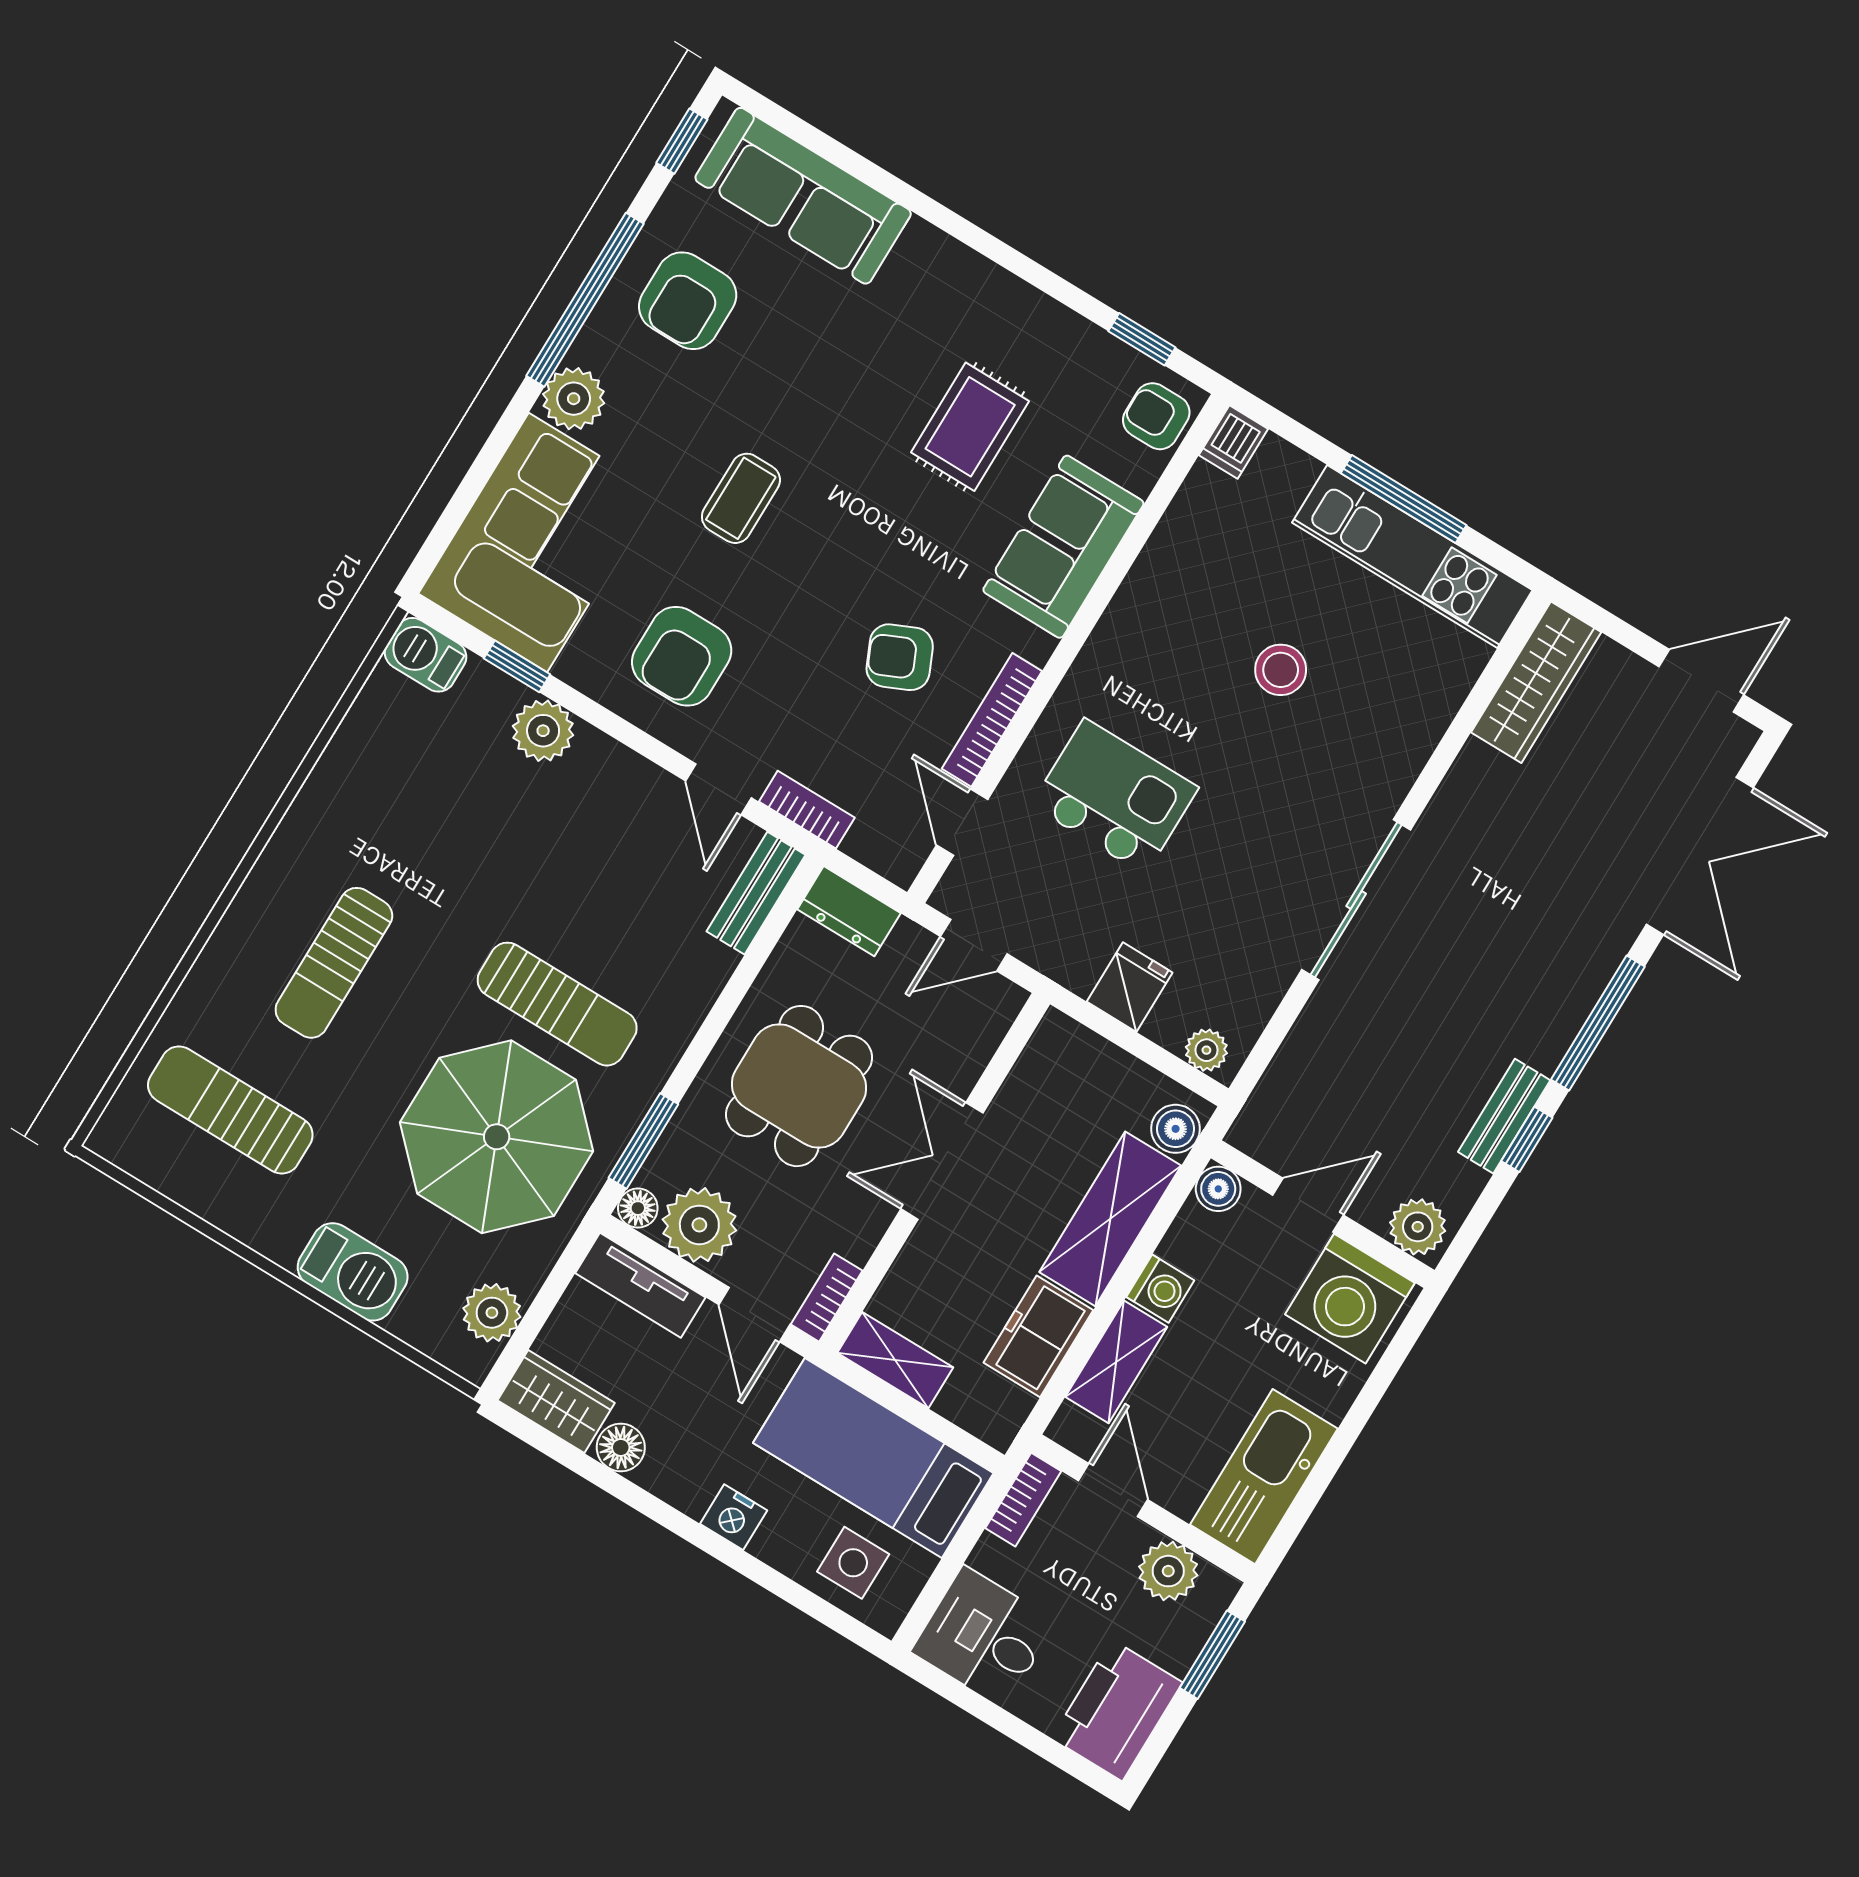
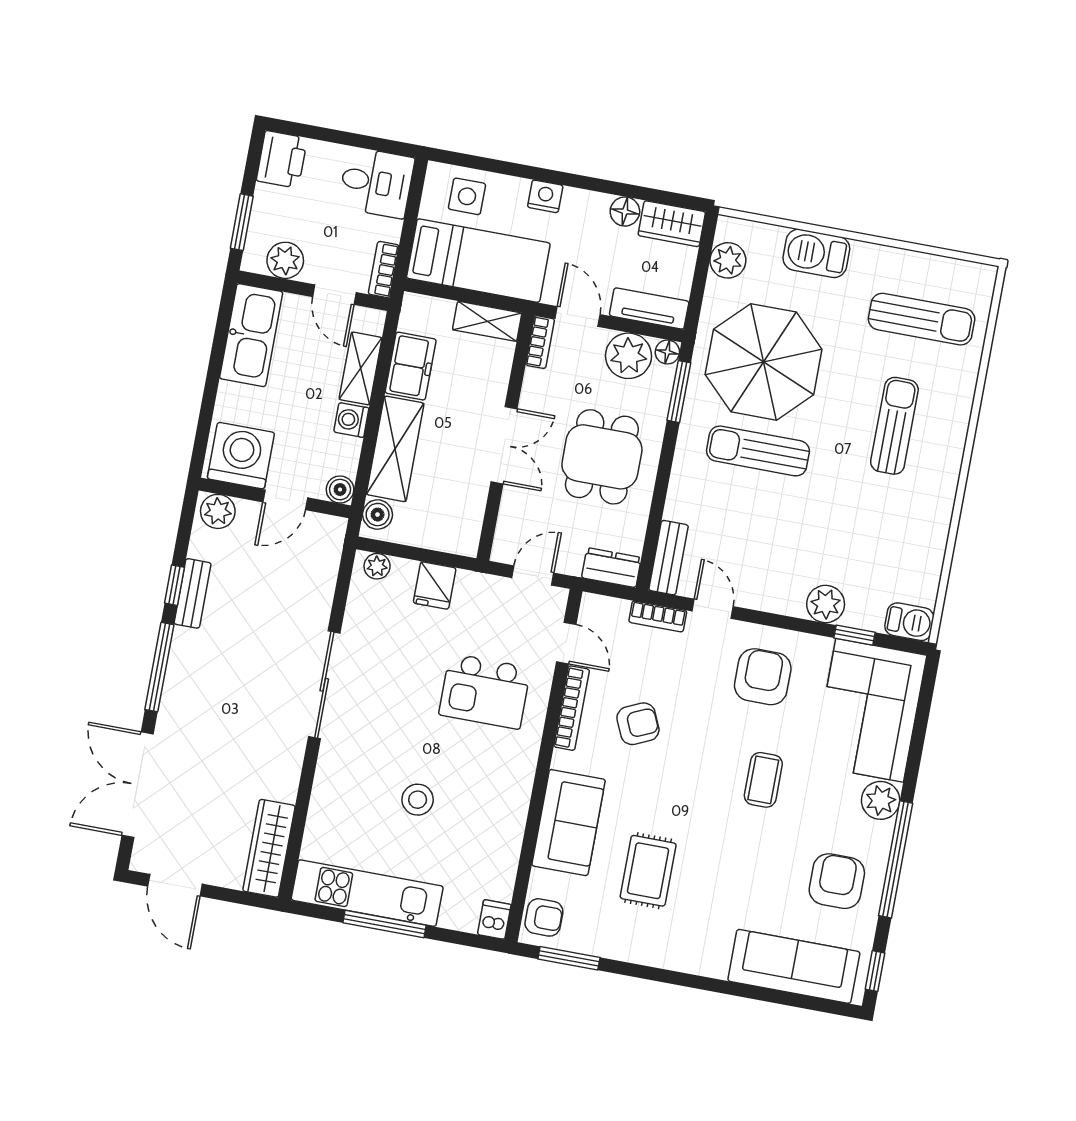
window: (1142, 339) -> (569, 958), width x1.50
door: (1701, 681) -> (175, 885), hinge flipped
printer: (1117, 1710) -> (282, 159), width x0.73, depth x0.84

